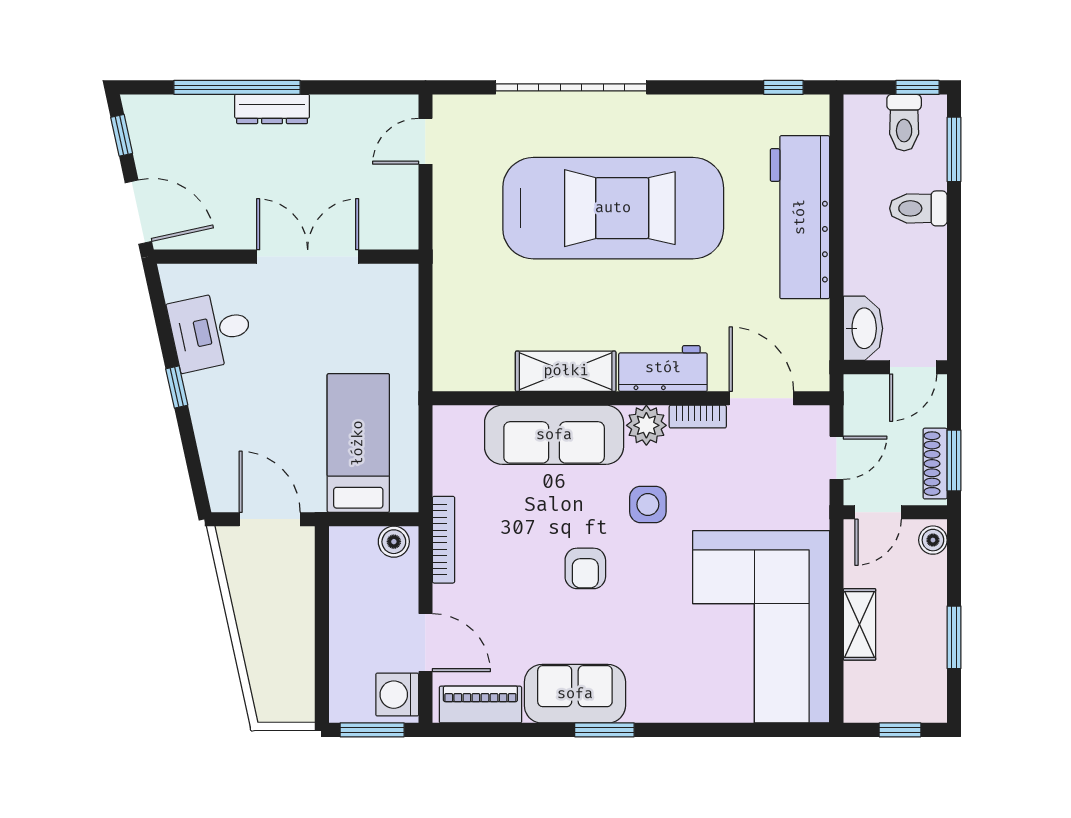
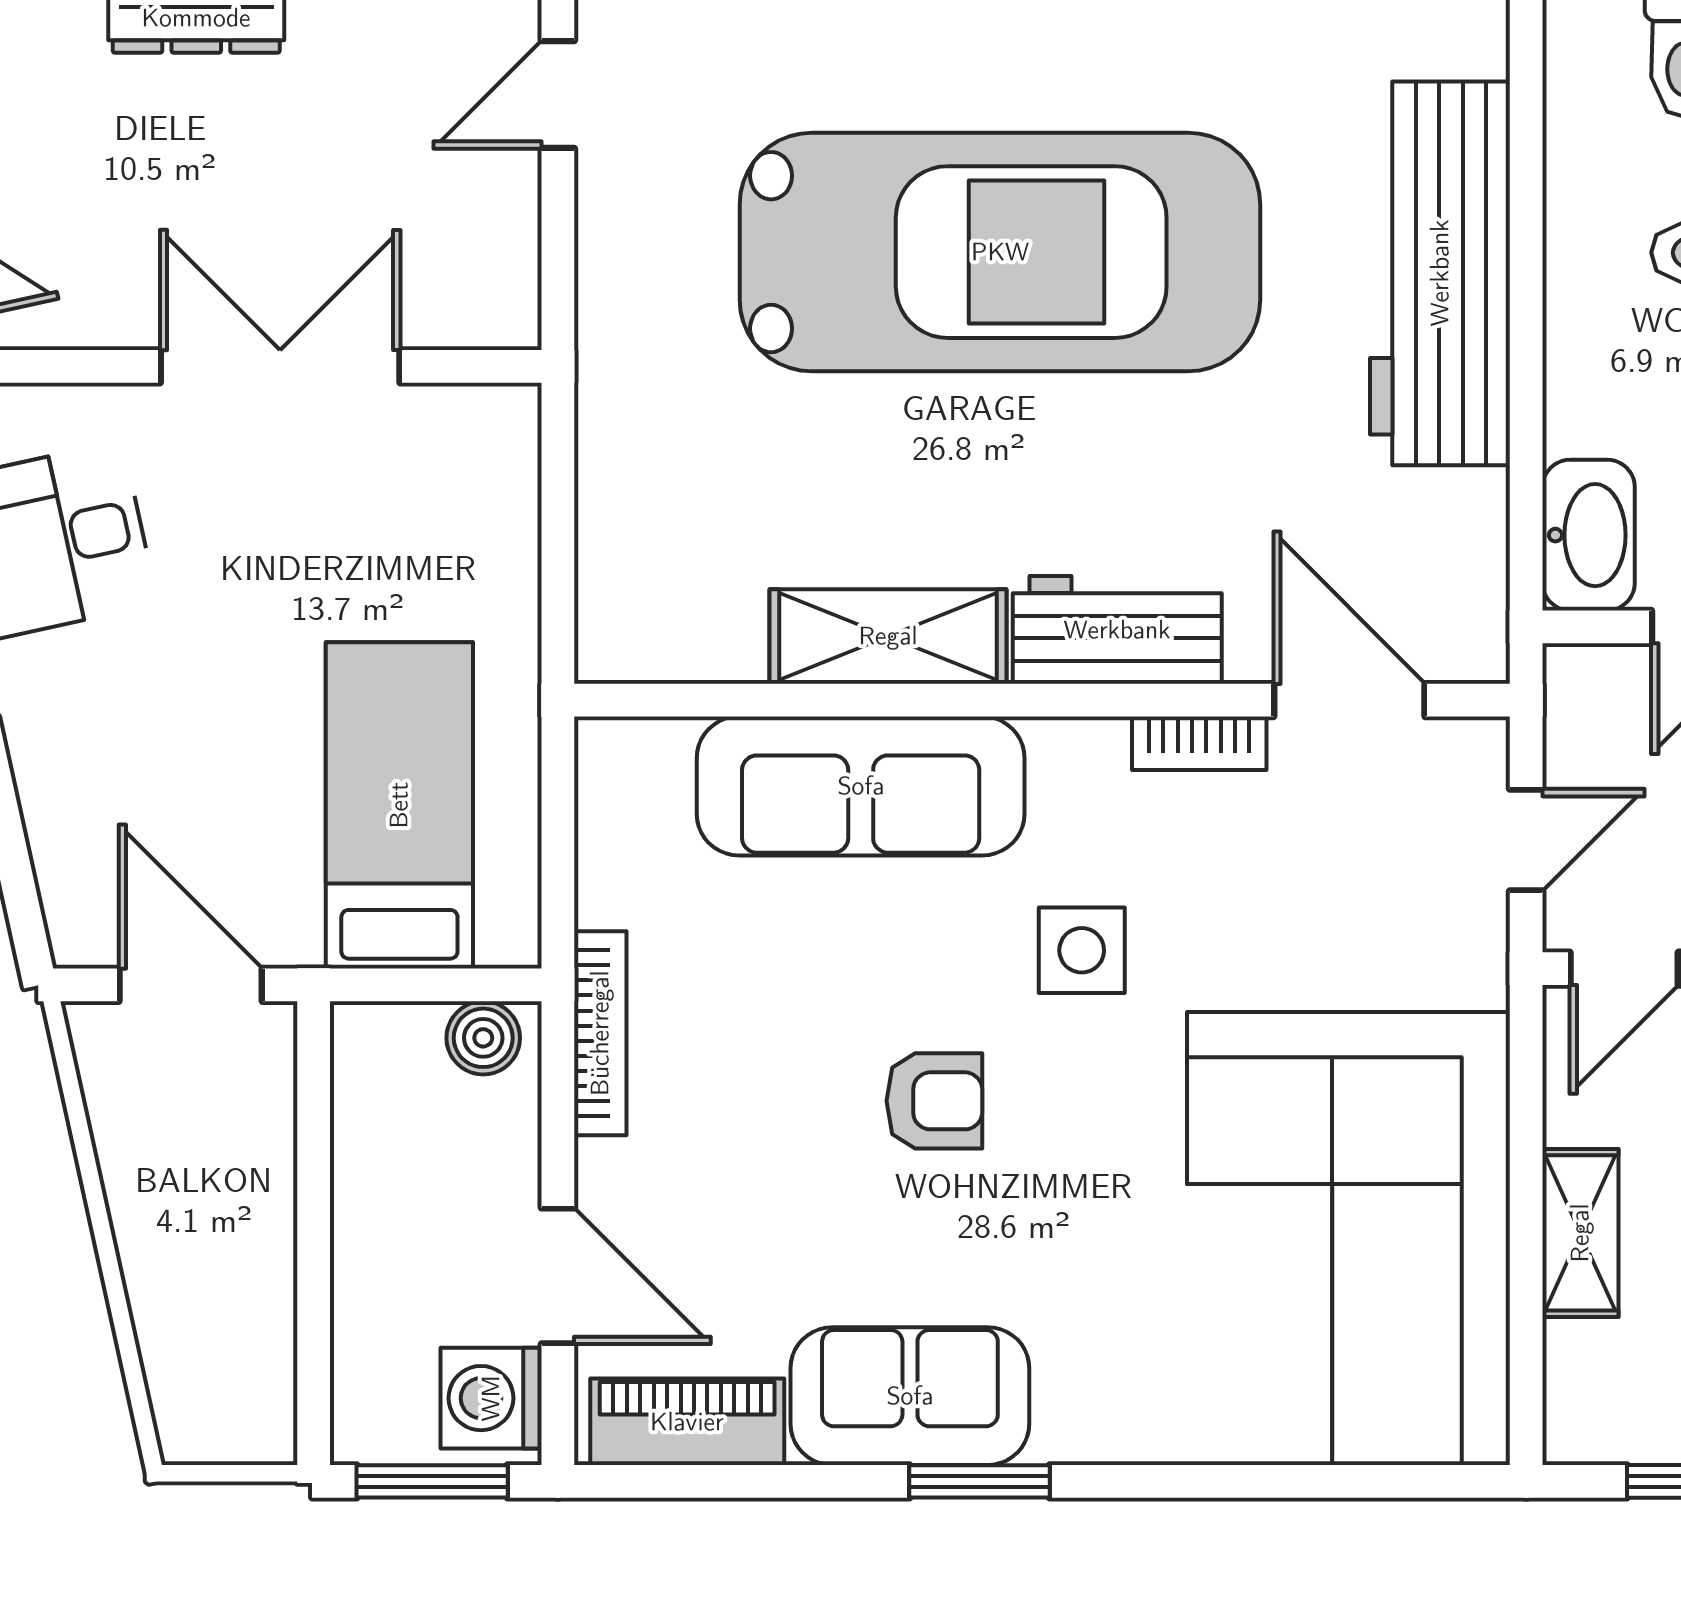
plant: (646, 425) -> (1078, 764), removed
armchair: (585, 568) -> (934, 1101), turned -90

